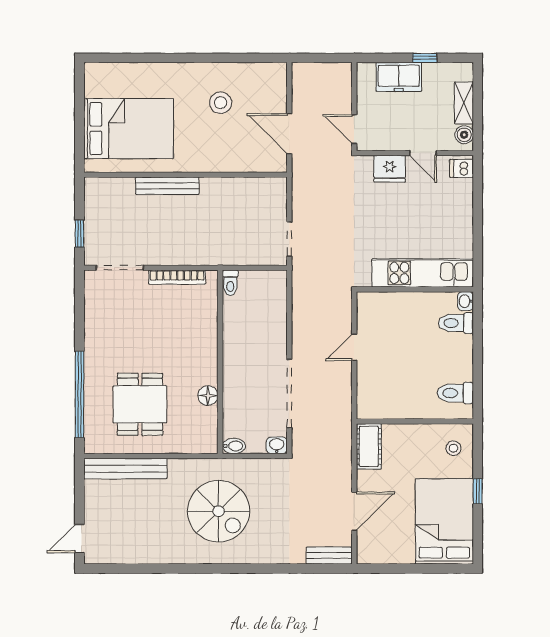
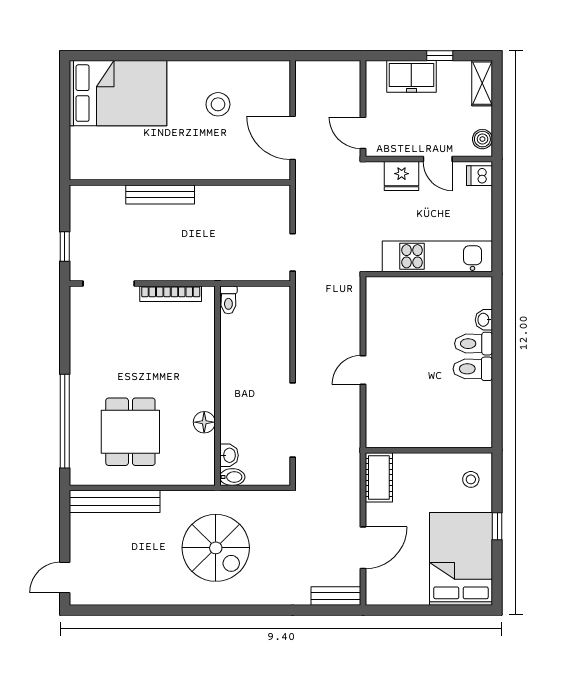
shelving: (464, 103) -> (482, 83), moved
bed: (129, 129) -> (118, 93), moved
kitchen unit: (423, 273) -> (437, 256), moved
wall: (415, 289) -> (429, 274), moved
toilet: (455, 393) -> (473, 369), moved
washbasin: (277, 445) -> (229, 455), moved, turned 90

